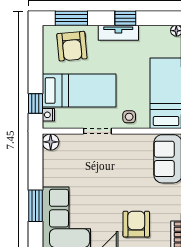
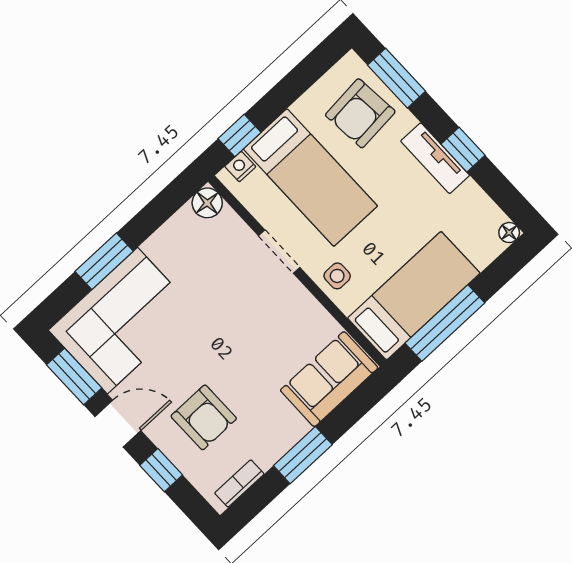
armchair: (136, 224) -> (204, 417), turned 90

